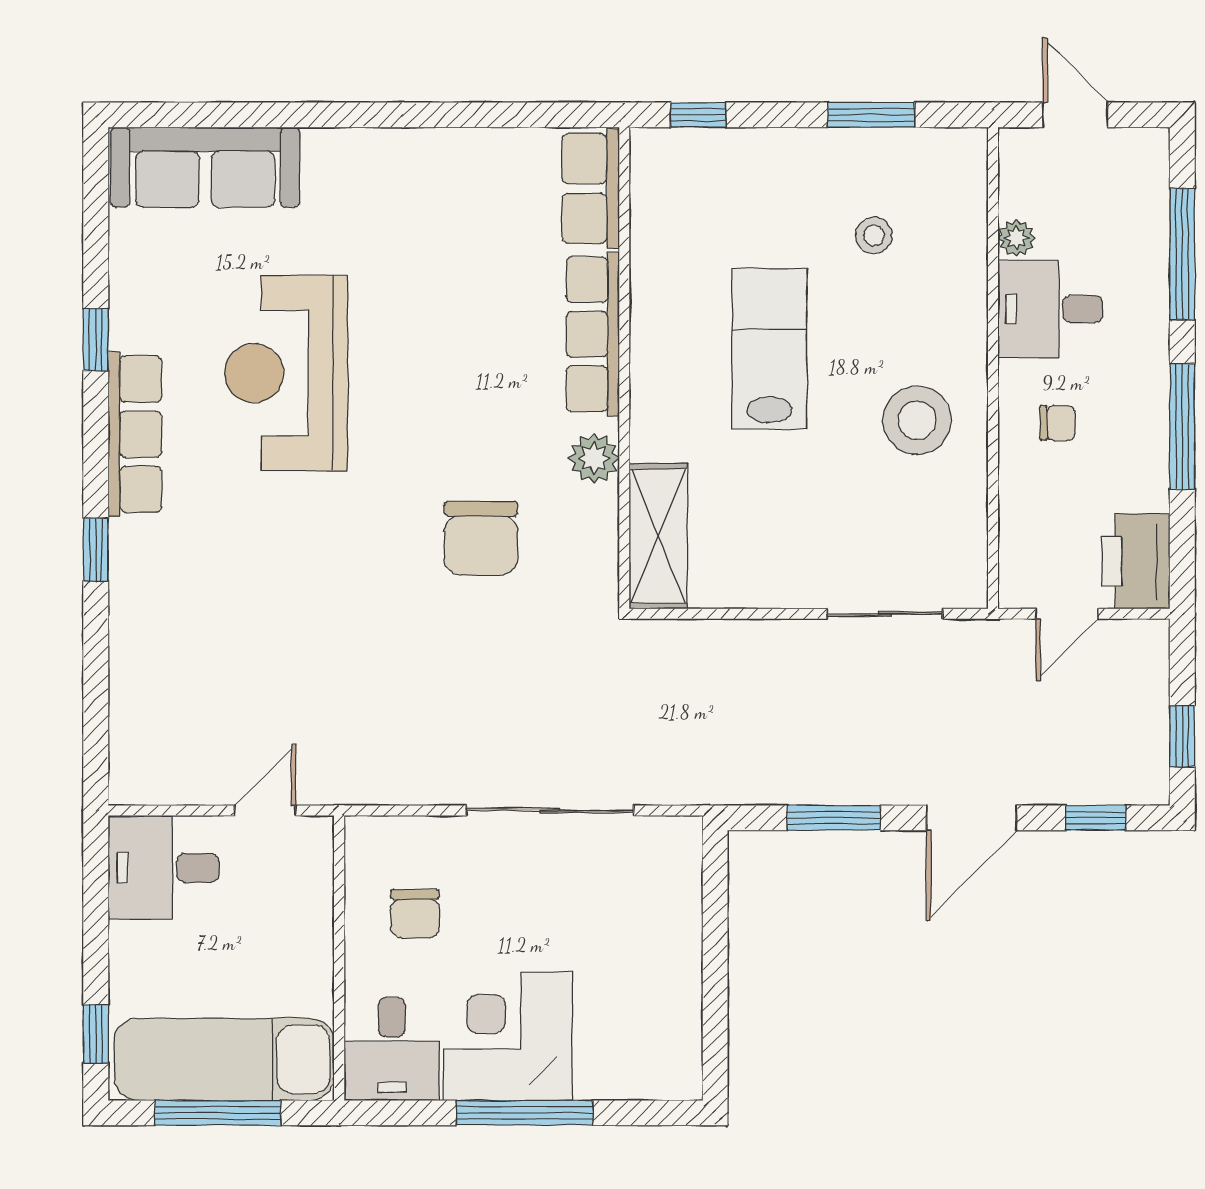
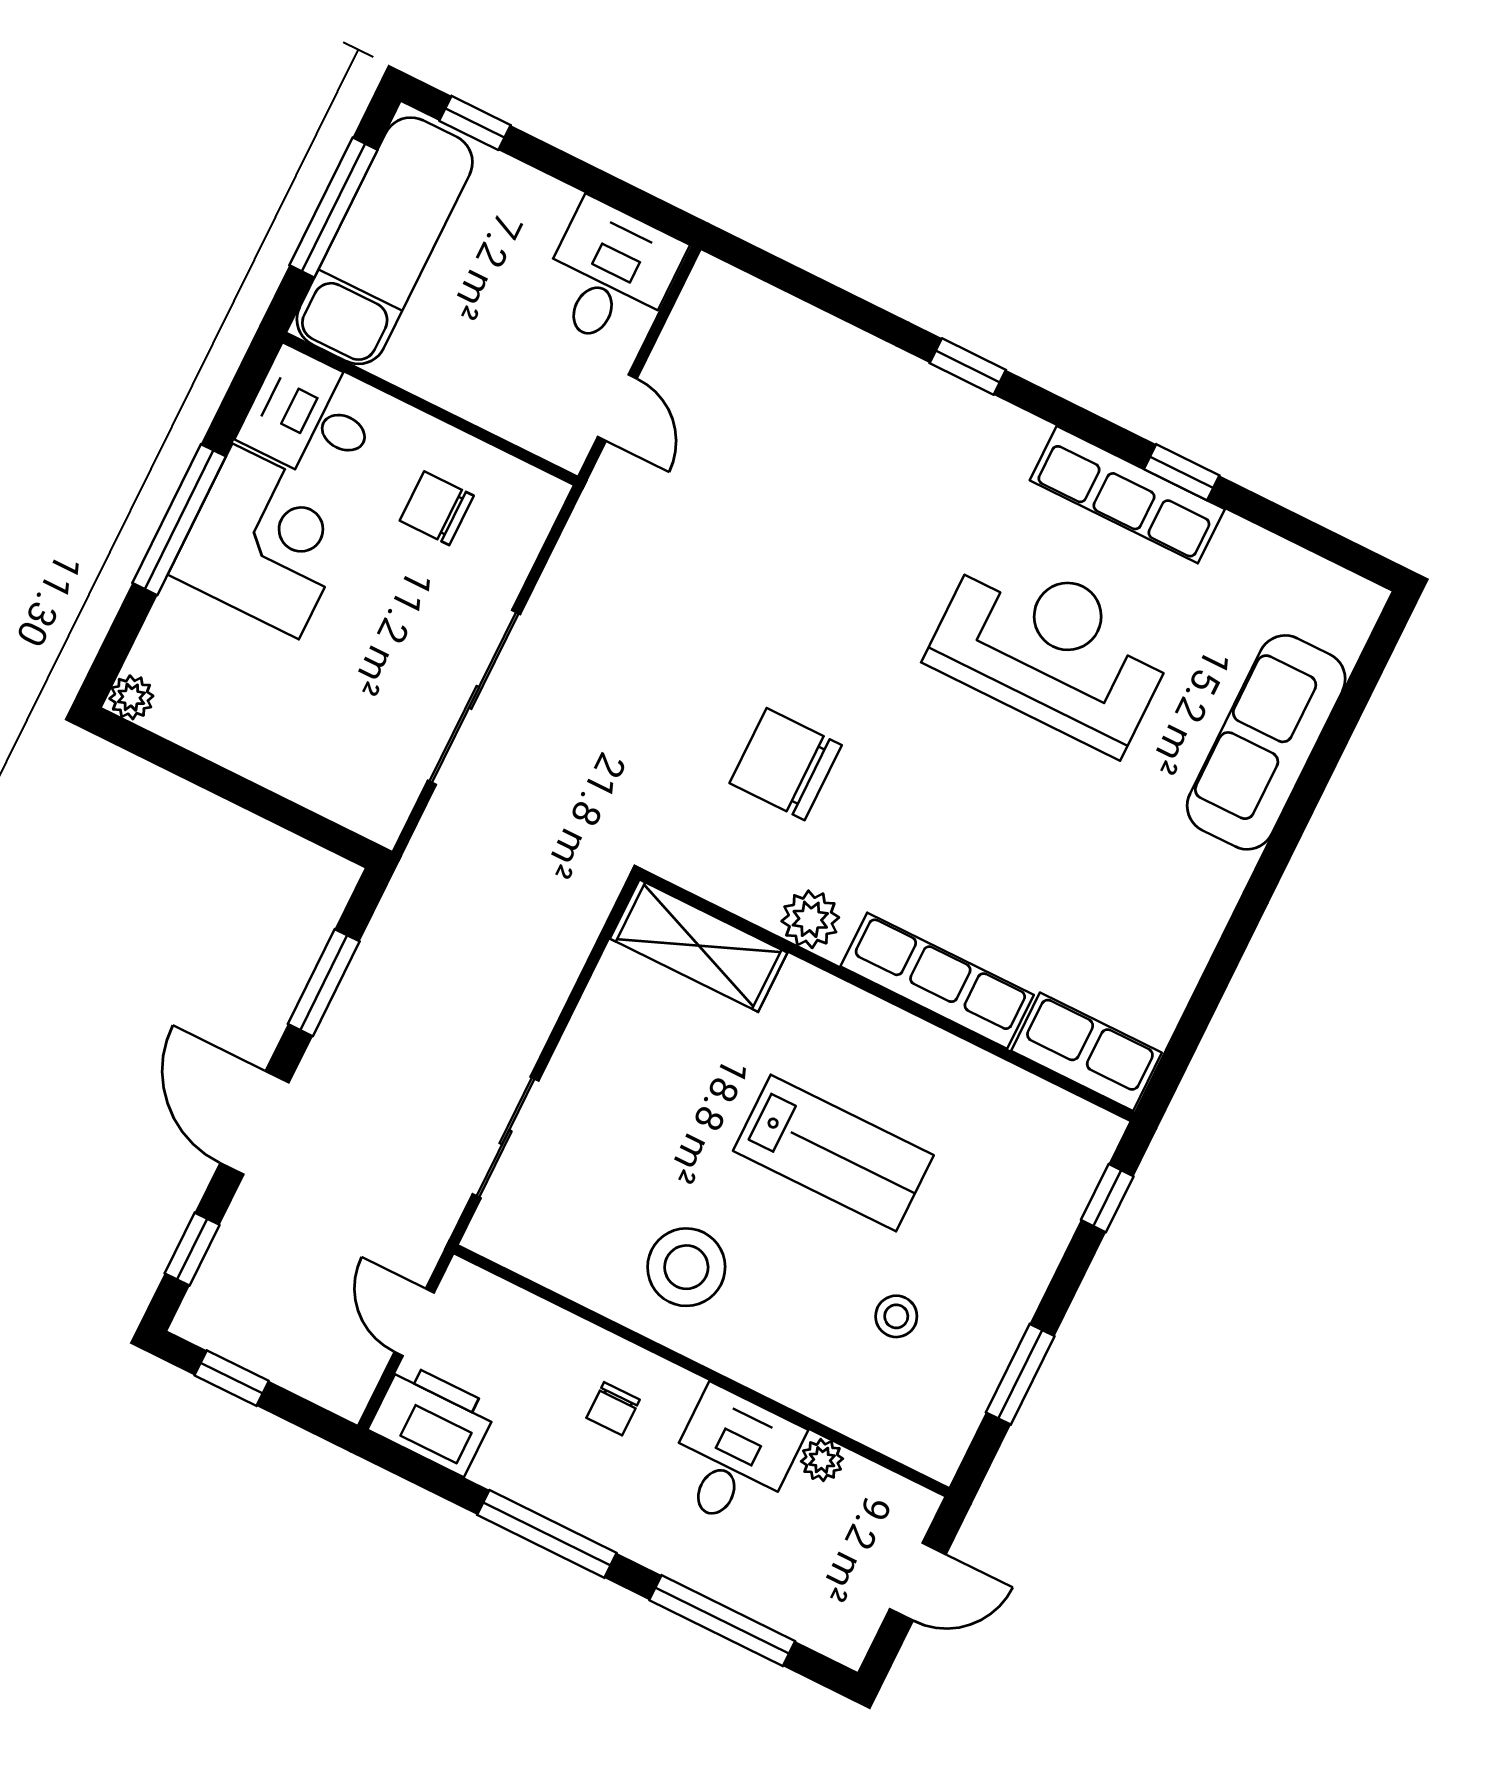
sofa: (205, 167) -> (1266, 742), moved
row of seats: (135, 434) -> (1127, 495), moved
plant: (684, 1081) -> (131, 697), added

